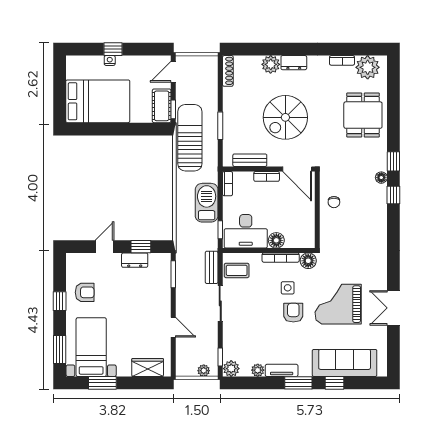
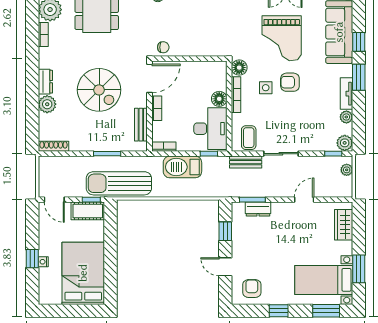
chair: (334, 202) -> (163, 47), moved
dresser: (135, 260) -> (258, 209), moved, turned 90
armchair: (85, 292) -> (252, 289), moved

